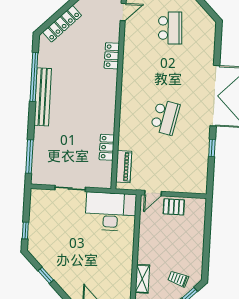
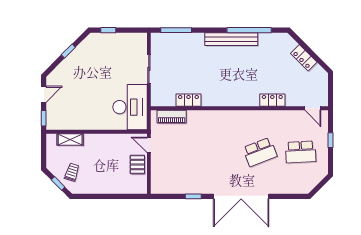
locker: (62, 24) -> (304, 58), width x0.66
school desk: (165, 117) -> (260, 152), moved, turned -33

